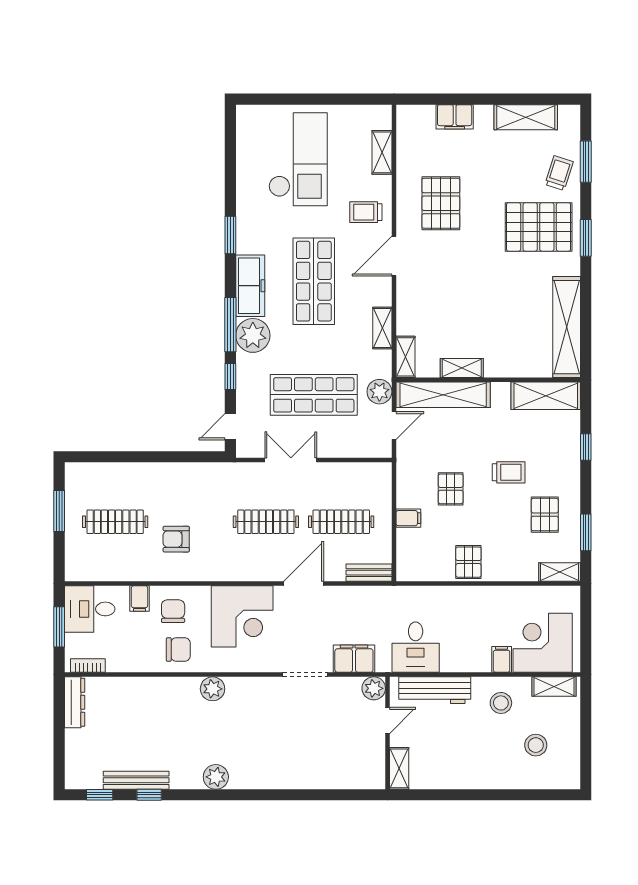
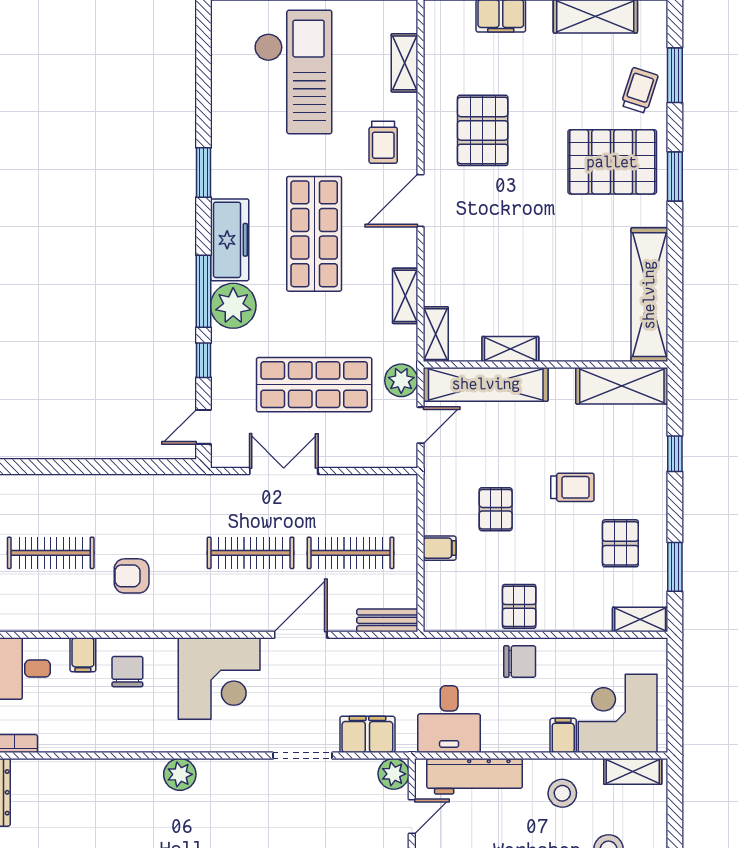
trolley: (366, 212) -> (383, 142), turned -90
chair: (178, 650) -> (520, 661), moved

